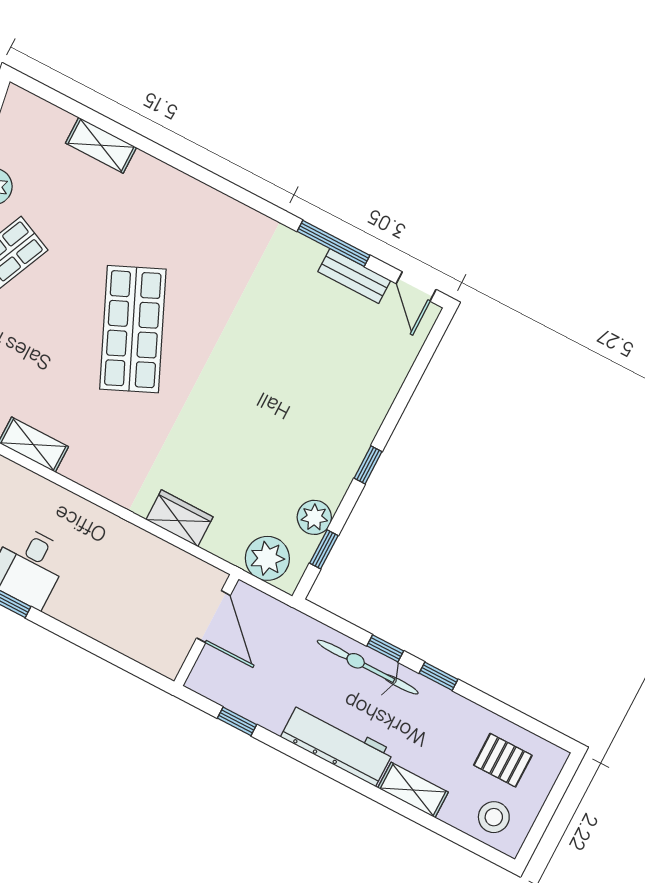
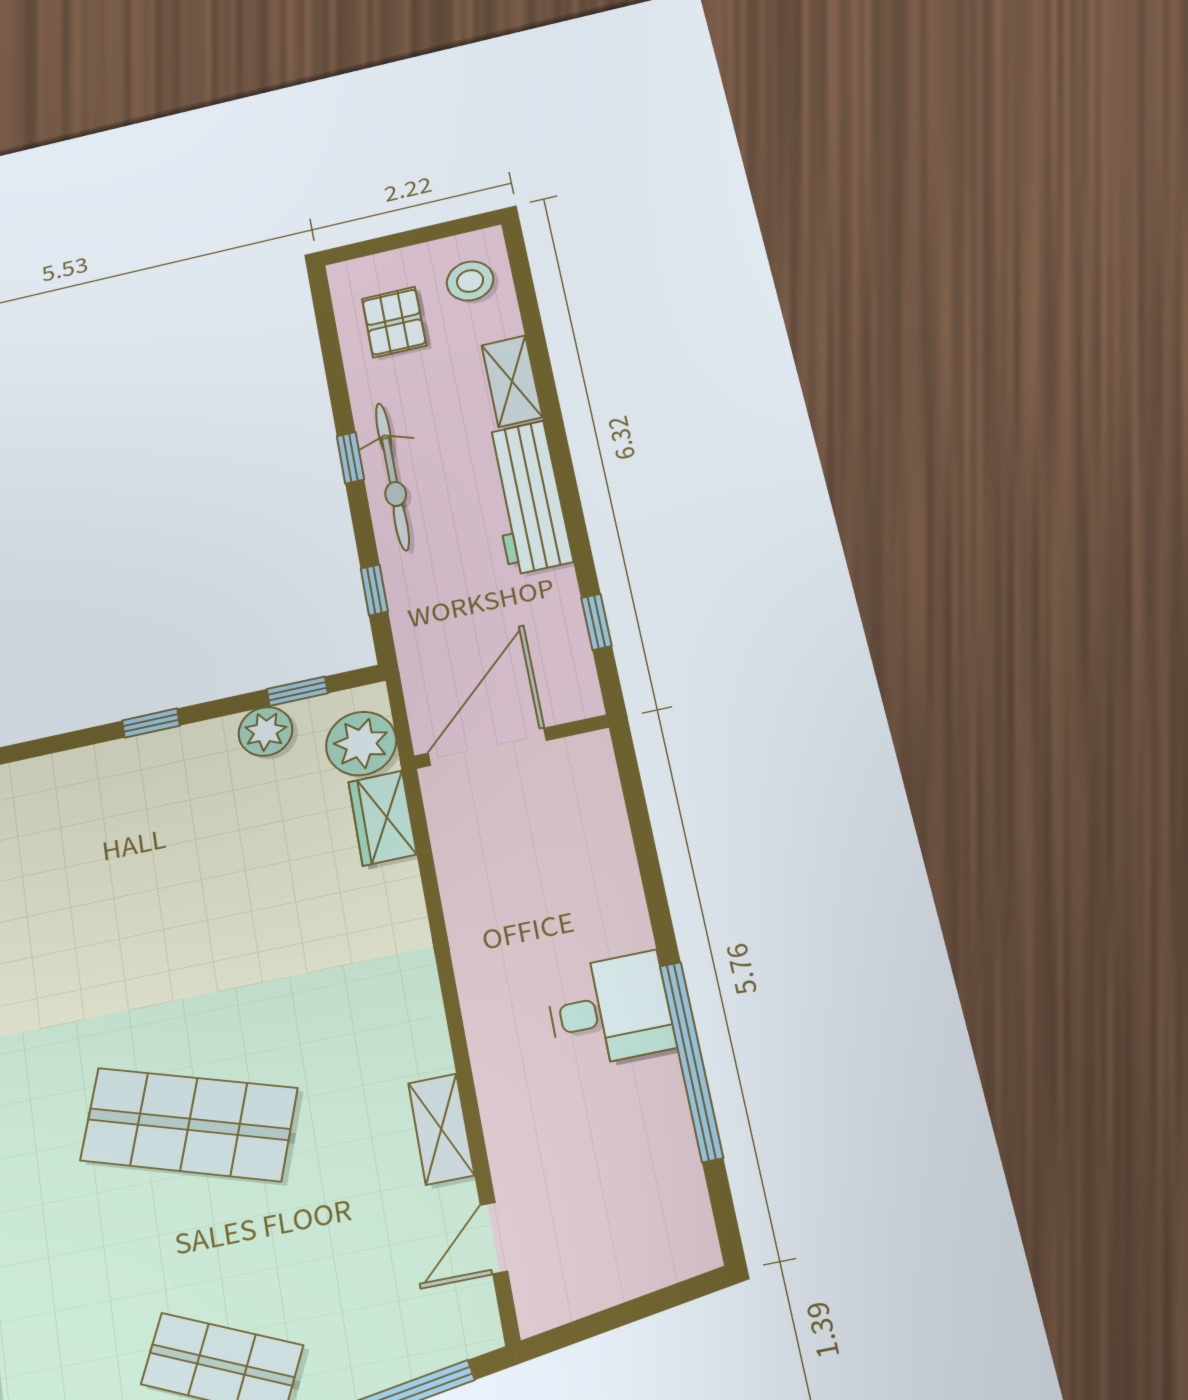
shop shelf: (133, 329) -> (189, 1124), turned 42
wardrobe: (179, 518) -> (382, 818), moved
door: (213, 617) -> (487, 747), width x1.36
window: (385, 648) -> (374, 590), moved
bicycle: (368, 667) -> (392, 476), moved

